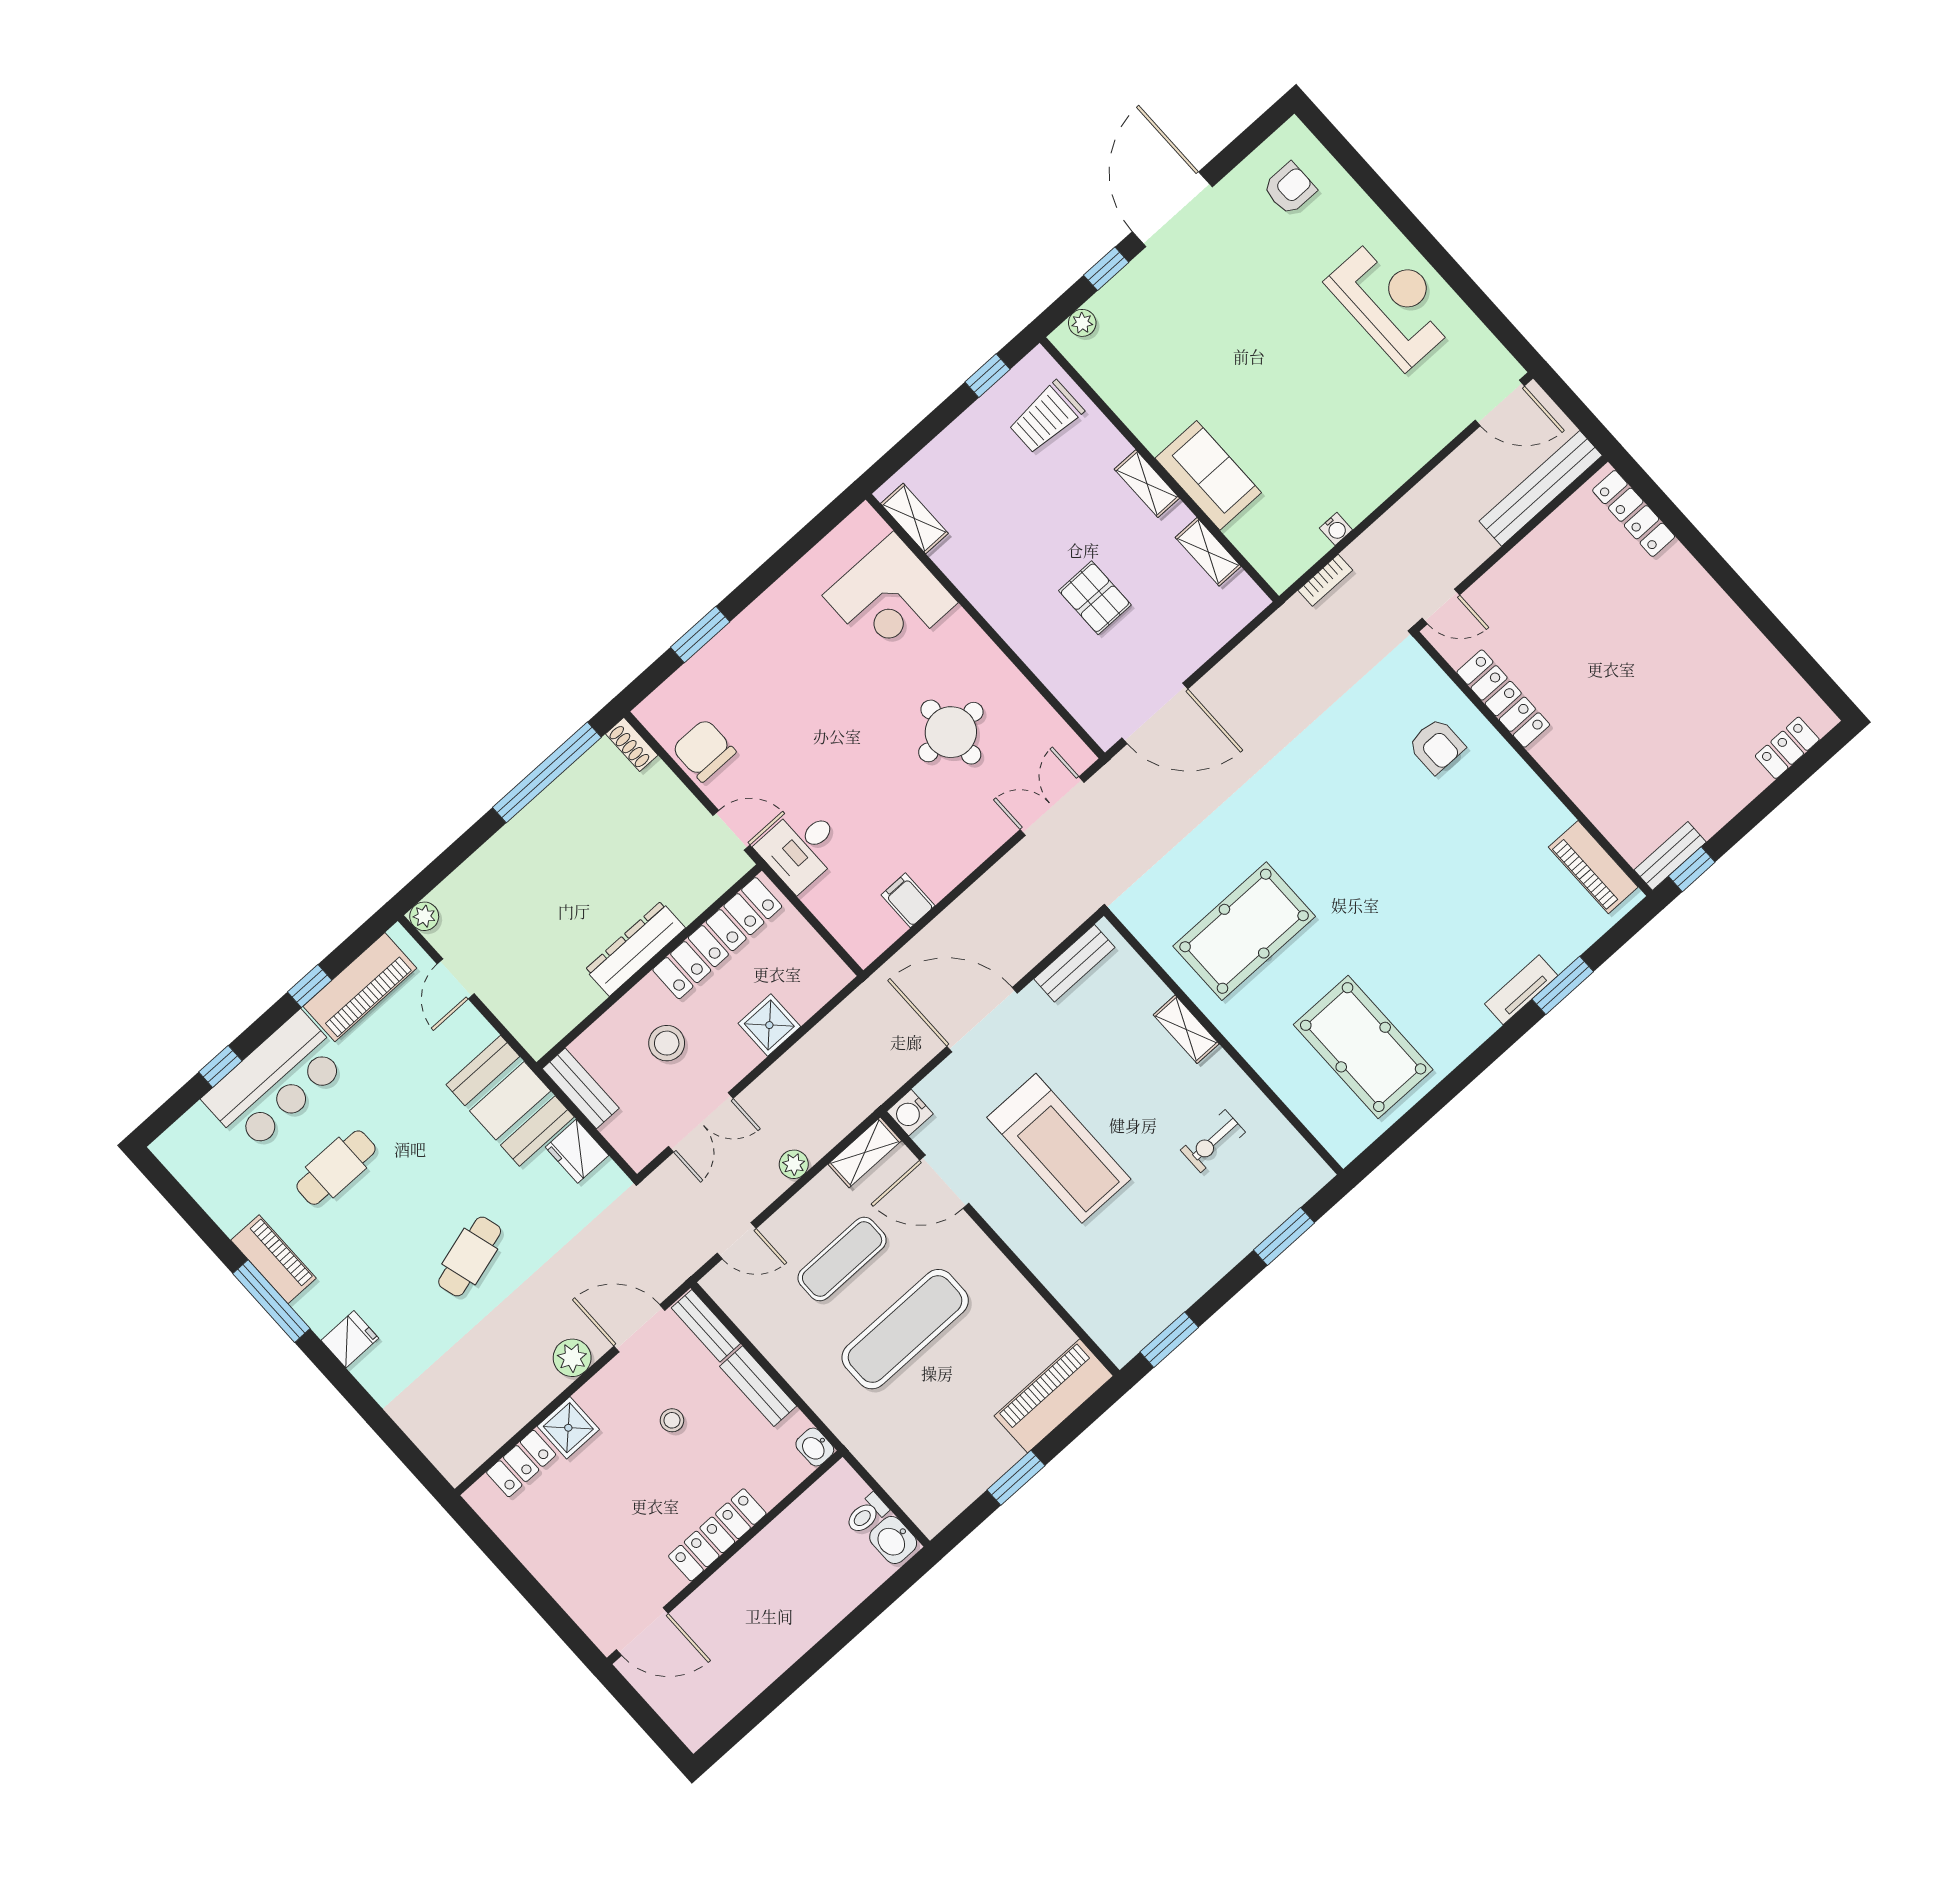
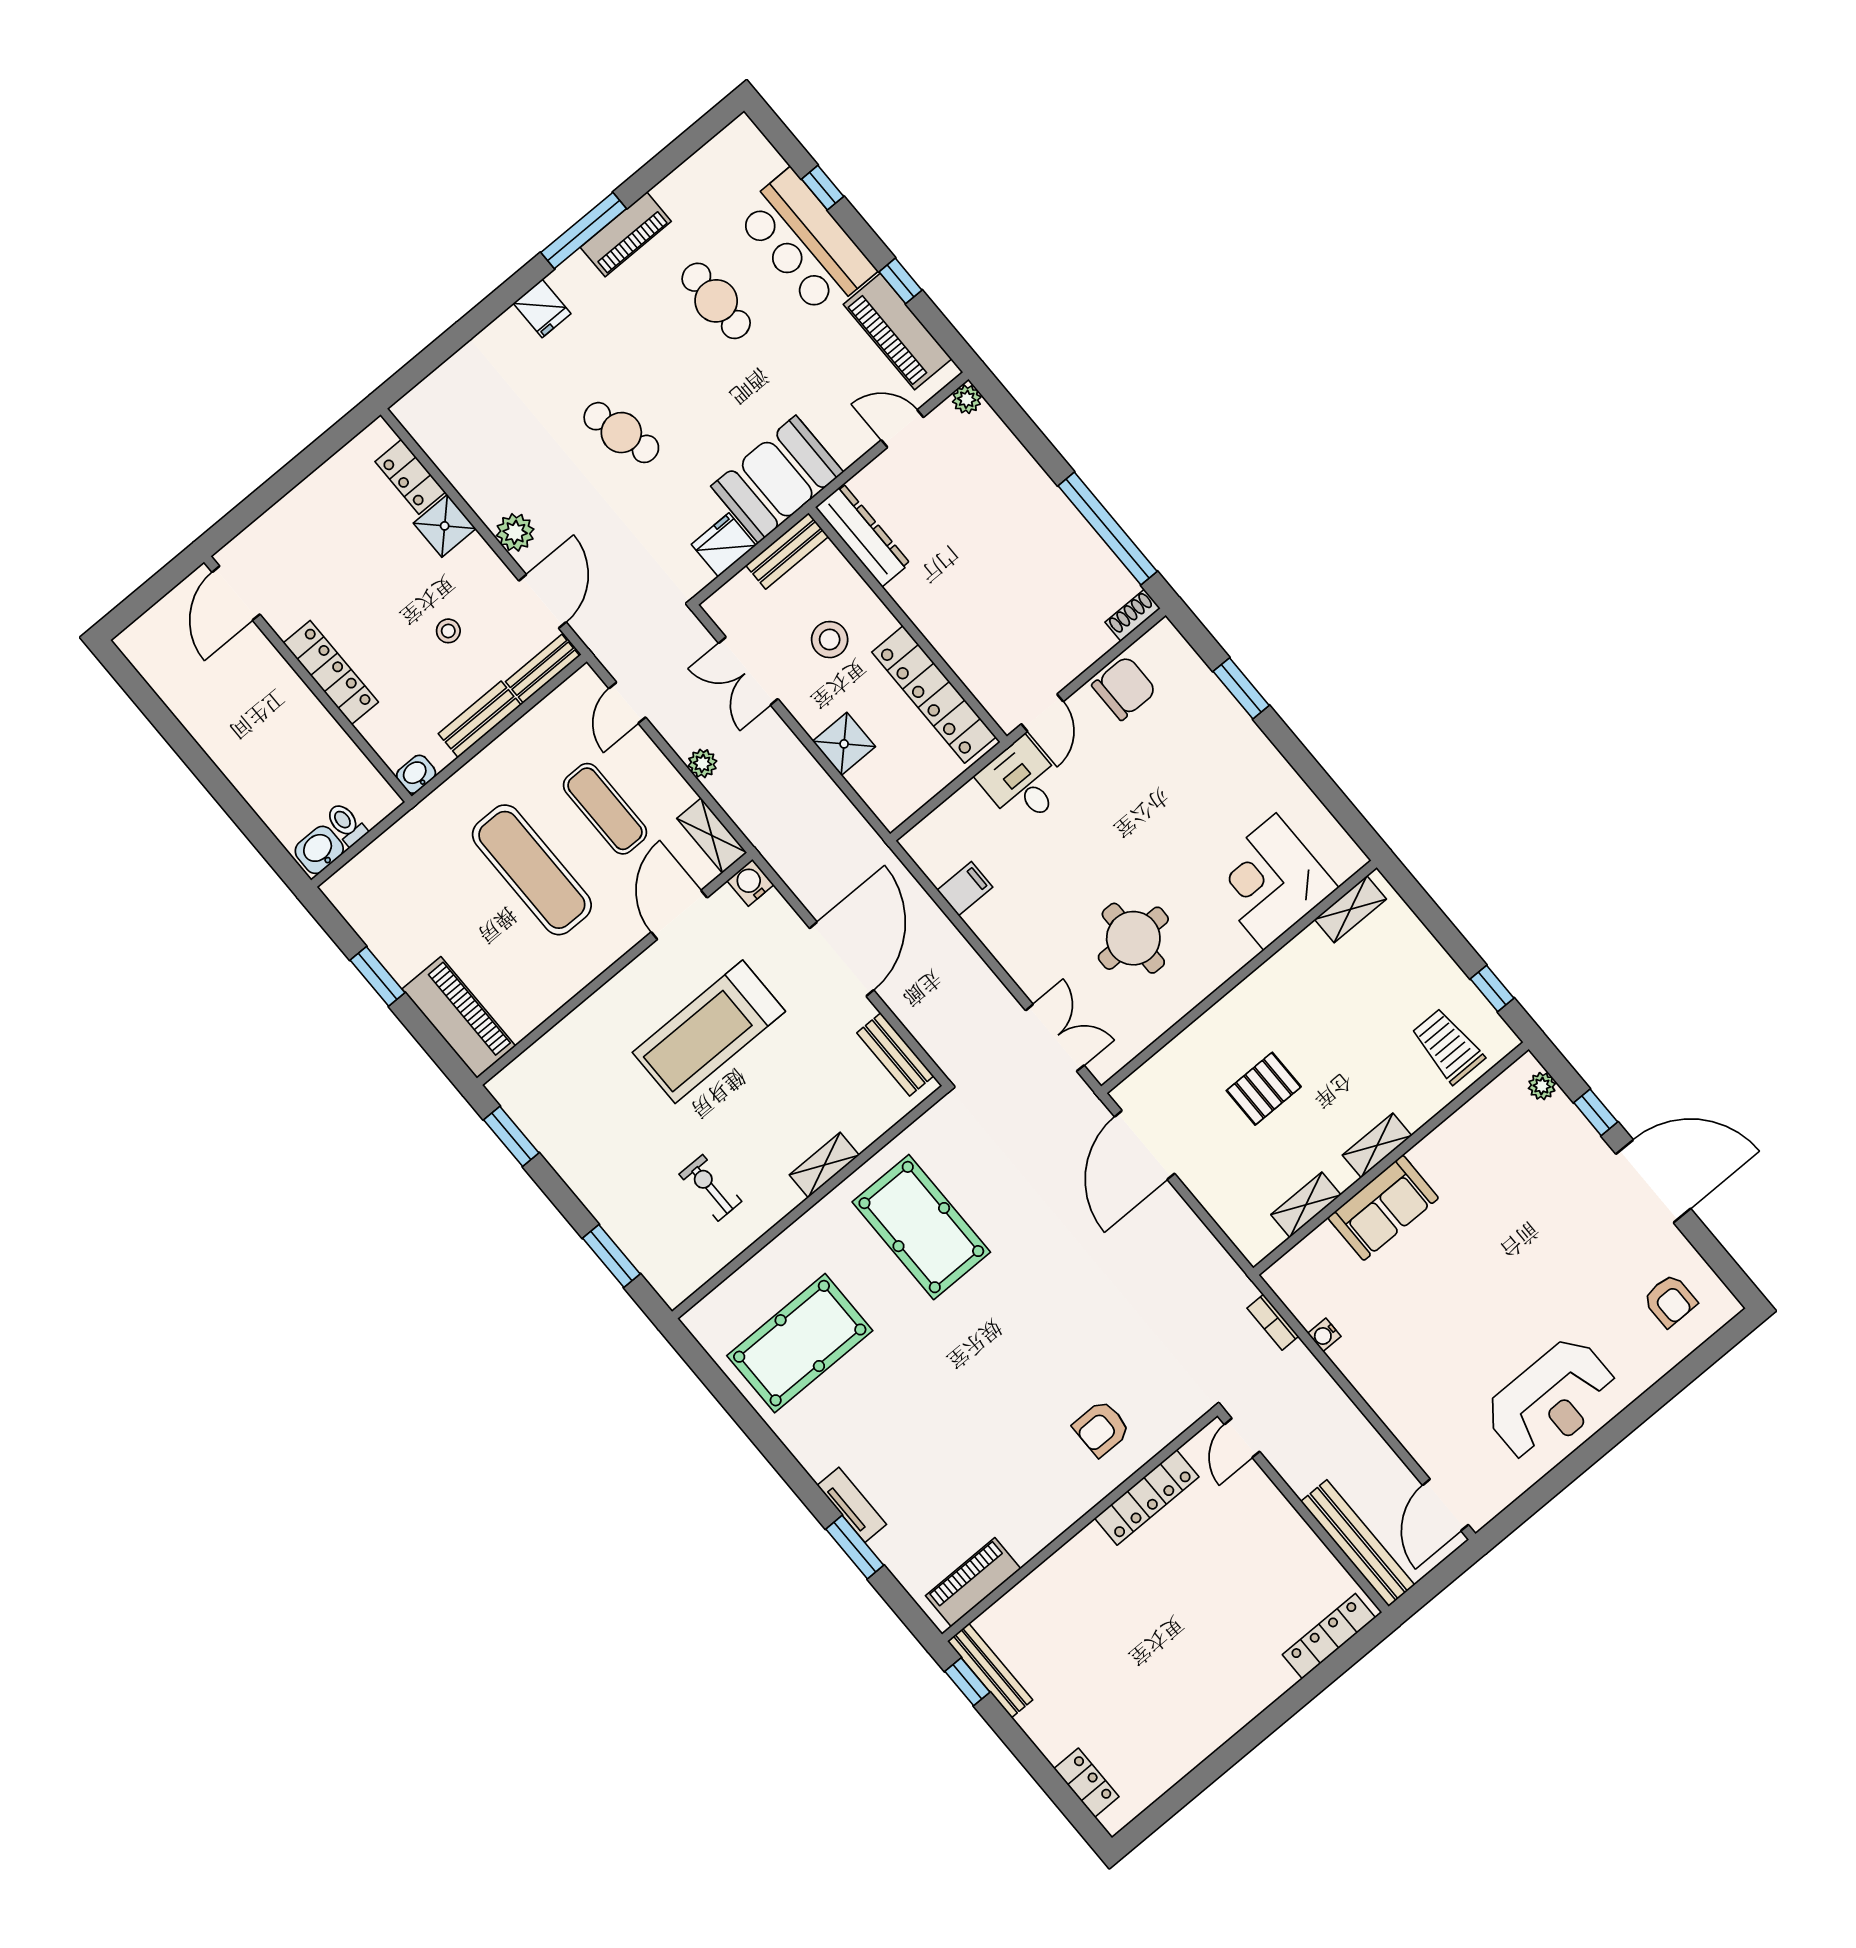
bench: (1670, 856) -> (990, 1671), width x1.36
dresser: (635, 949) -> (863, 535), moved

